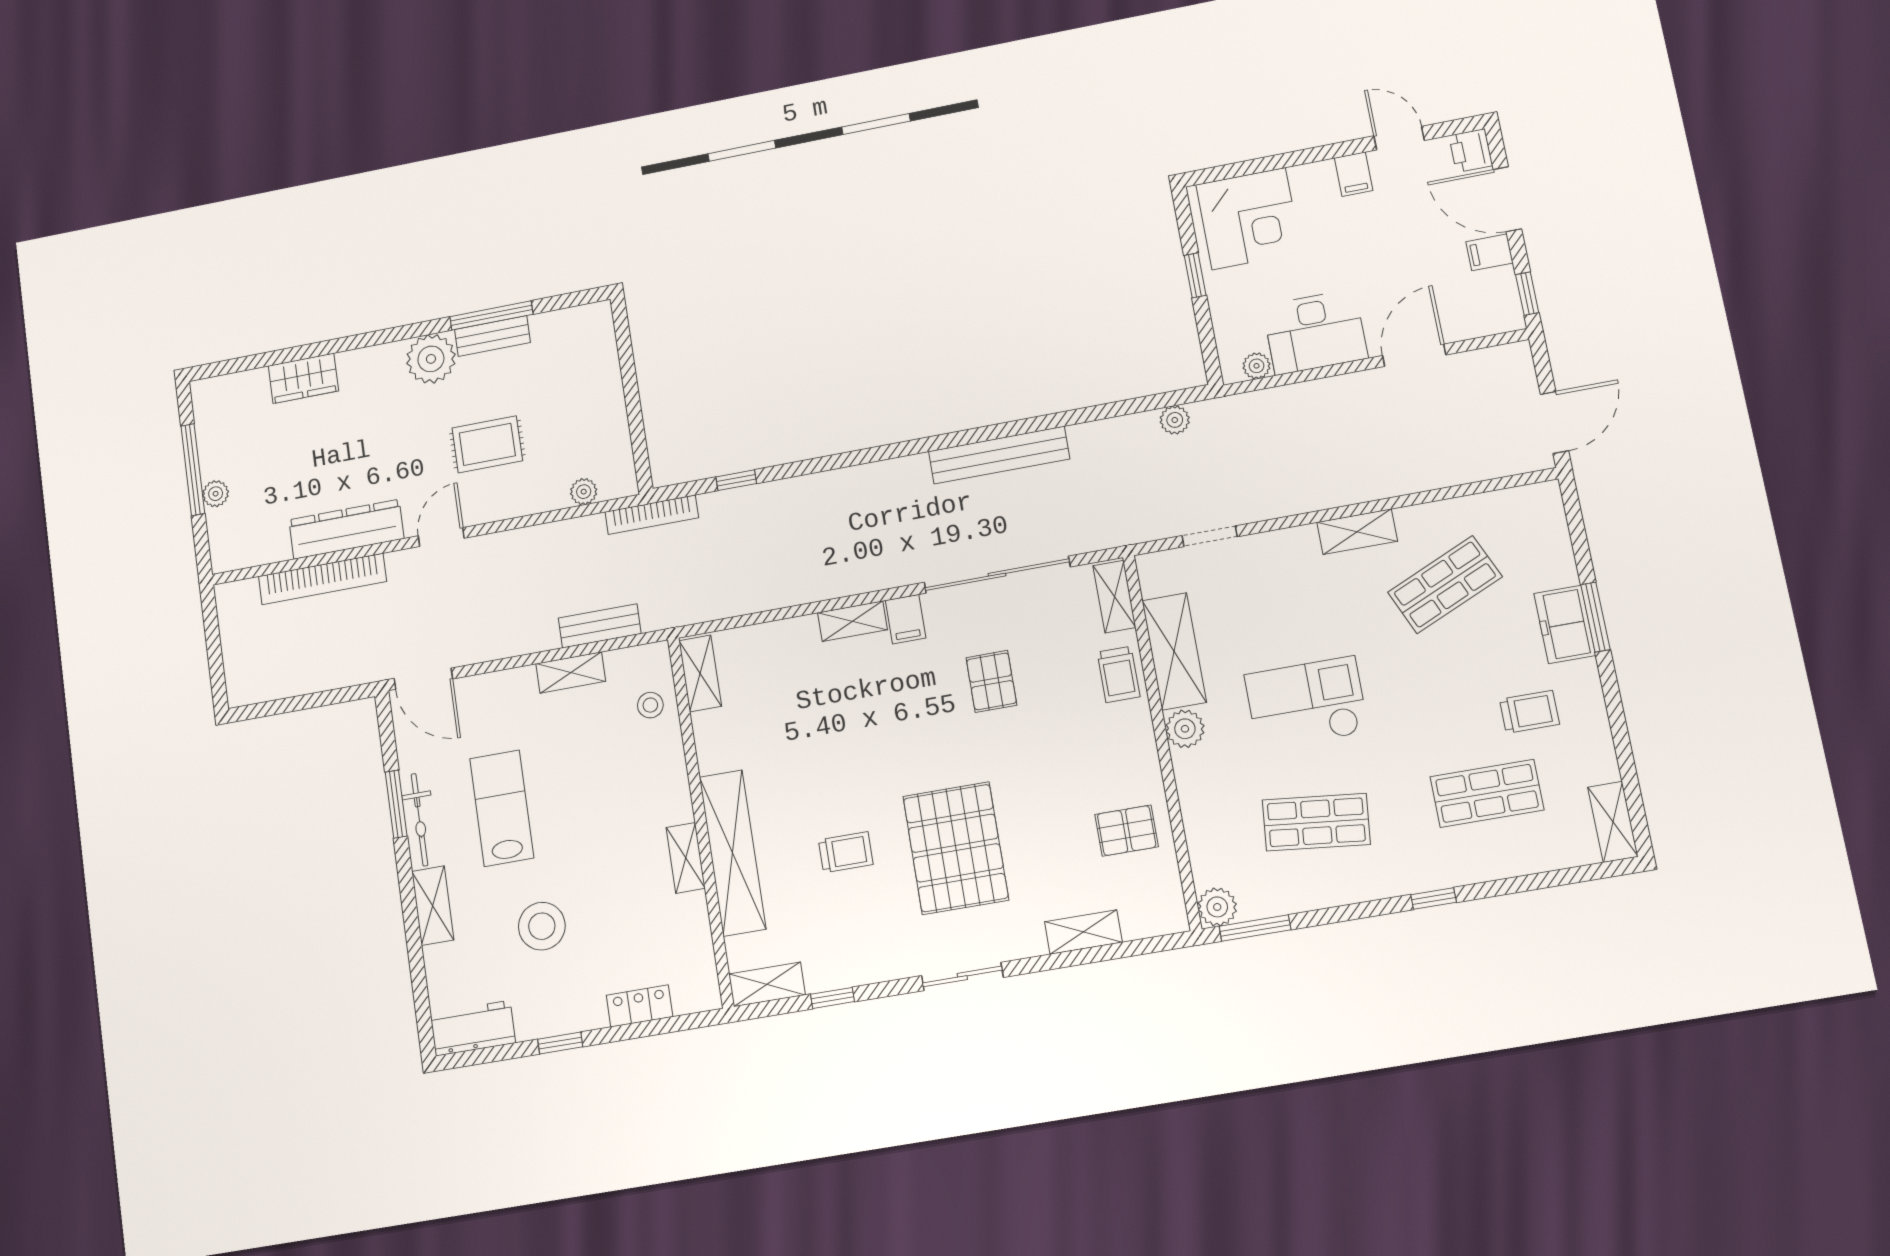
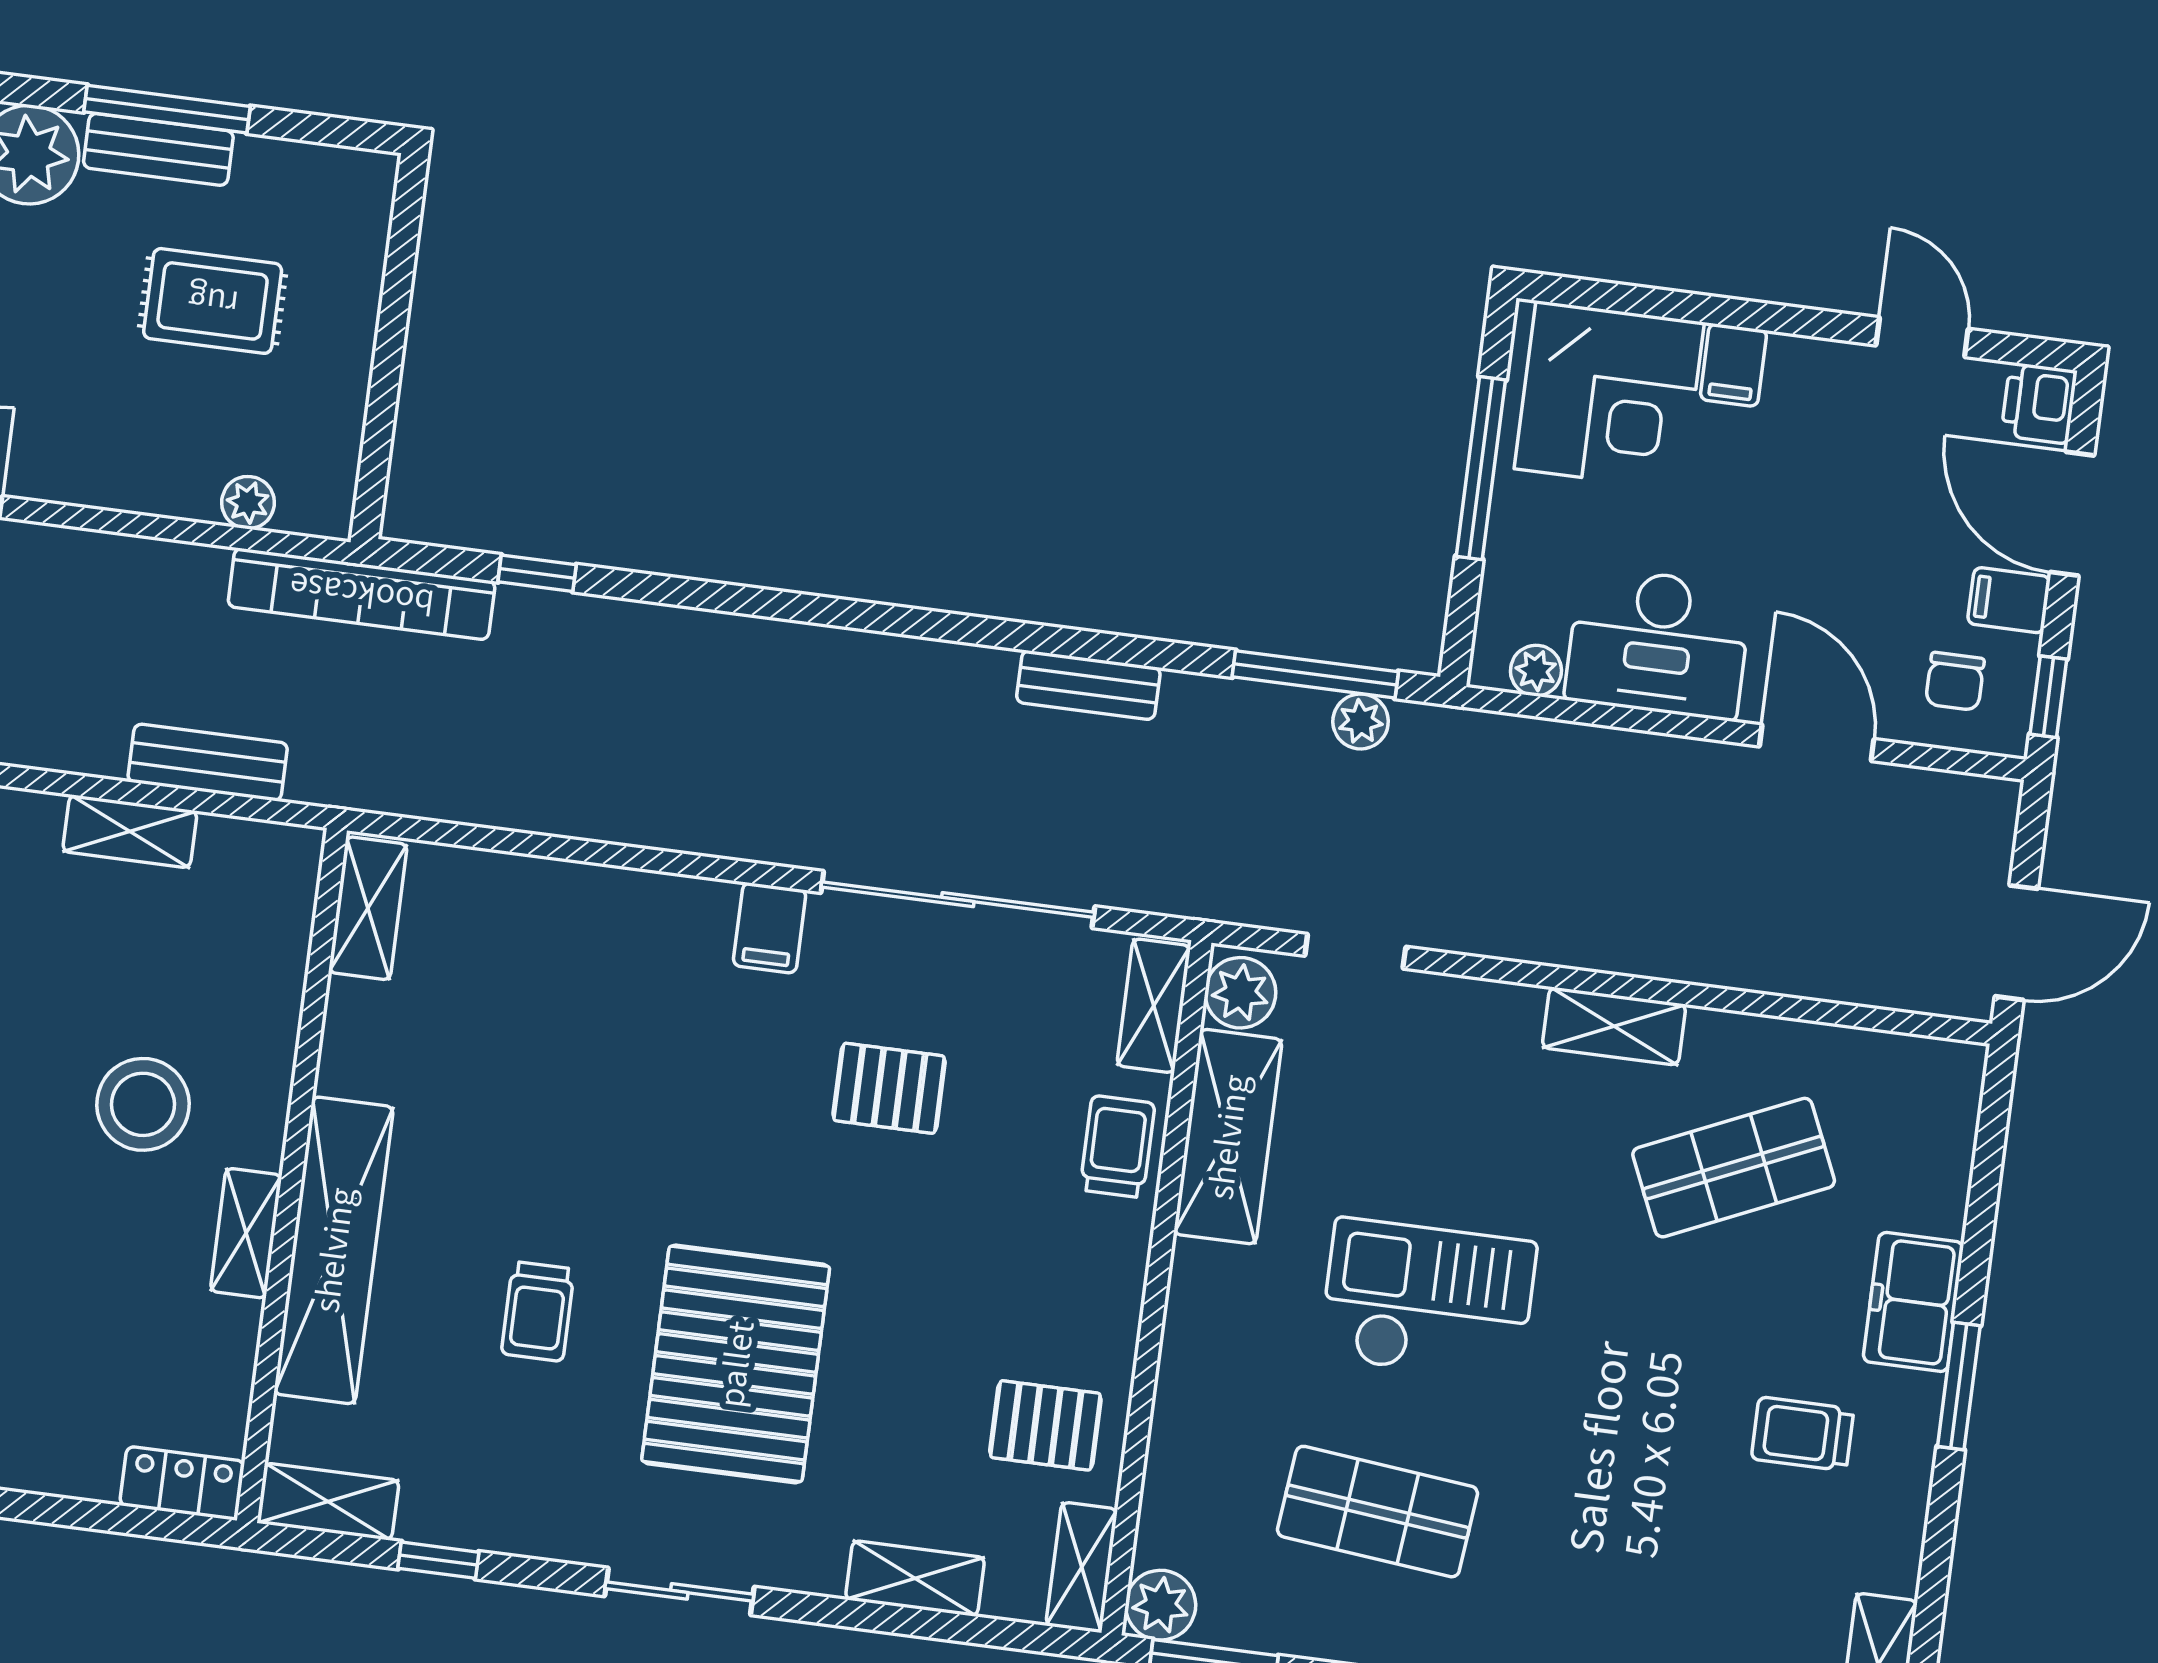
filing cabinet: (1354, 174) -> (1733, 365), moved
window: (1195, 275) -> (1481, 468), width x2.17
chair: (1476, 302) -> (1955, 681), added
door: (1414, 355) -> (1817, 743), hinge flipped
window: (1144, 404) -> (1315, 674), added
rug: (487, 444) -> (213, 301), moved
bench: (999, 455) -> (1088, 685), width x0.54, depth x0.82
bookcase: (652, 515) -> (362, 594), width x1.48, depth x1.31
window: (1595, 617) -> (1959, 1386), moved
shelving: (852, 621) -> (1082, 1567), moved, turned 90
trolley: (1119, 674) -> (1117, 1147), turned 180
pallet: (991, 681) -> (889, 1088), turned 90
stool: (650, 705) -> (143, 1104), moved, width x1.89, depth x1.89
trolley: (1529, 712) -> (1802, 1434), turned 180
plant: (1185, 729) -> (1240, 993), moved
shop shelf: (1487, 793) -> (1684, 1551), removed
trolley: (846, 852) -> (538, 1311), turned 90
locker: (640, 1006) -> (182, 1483), moved

